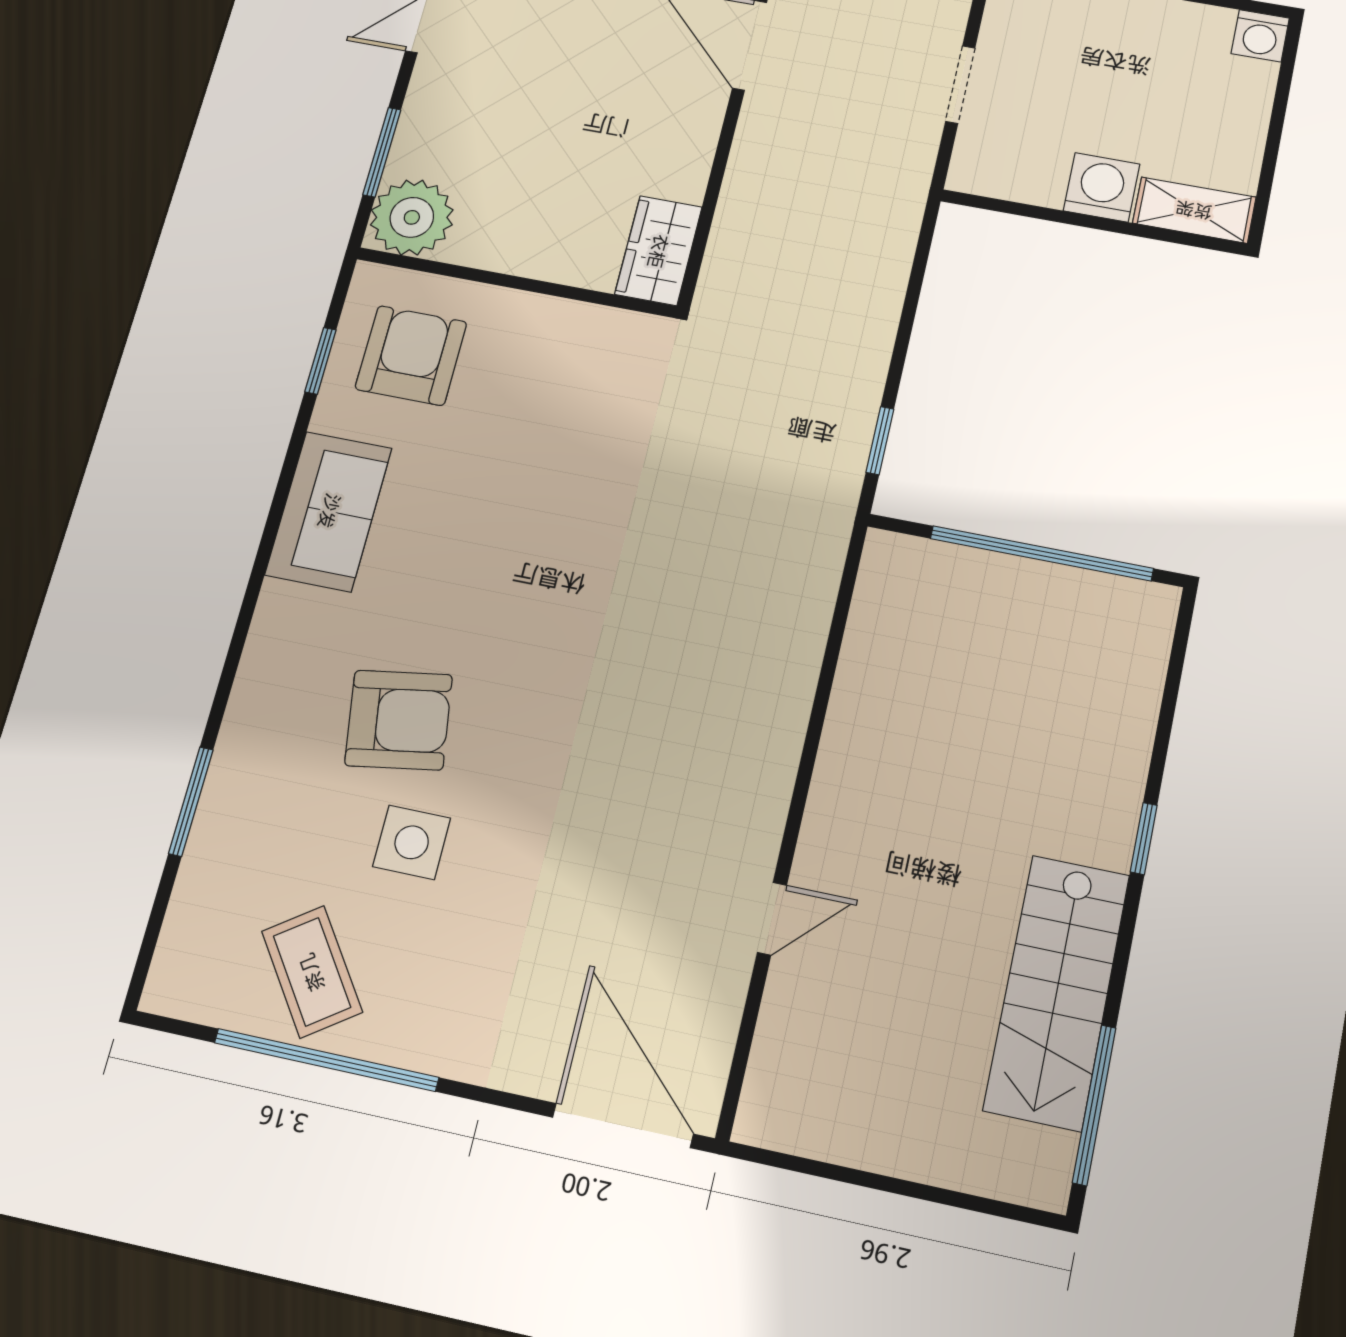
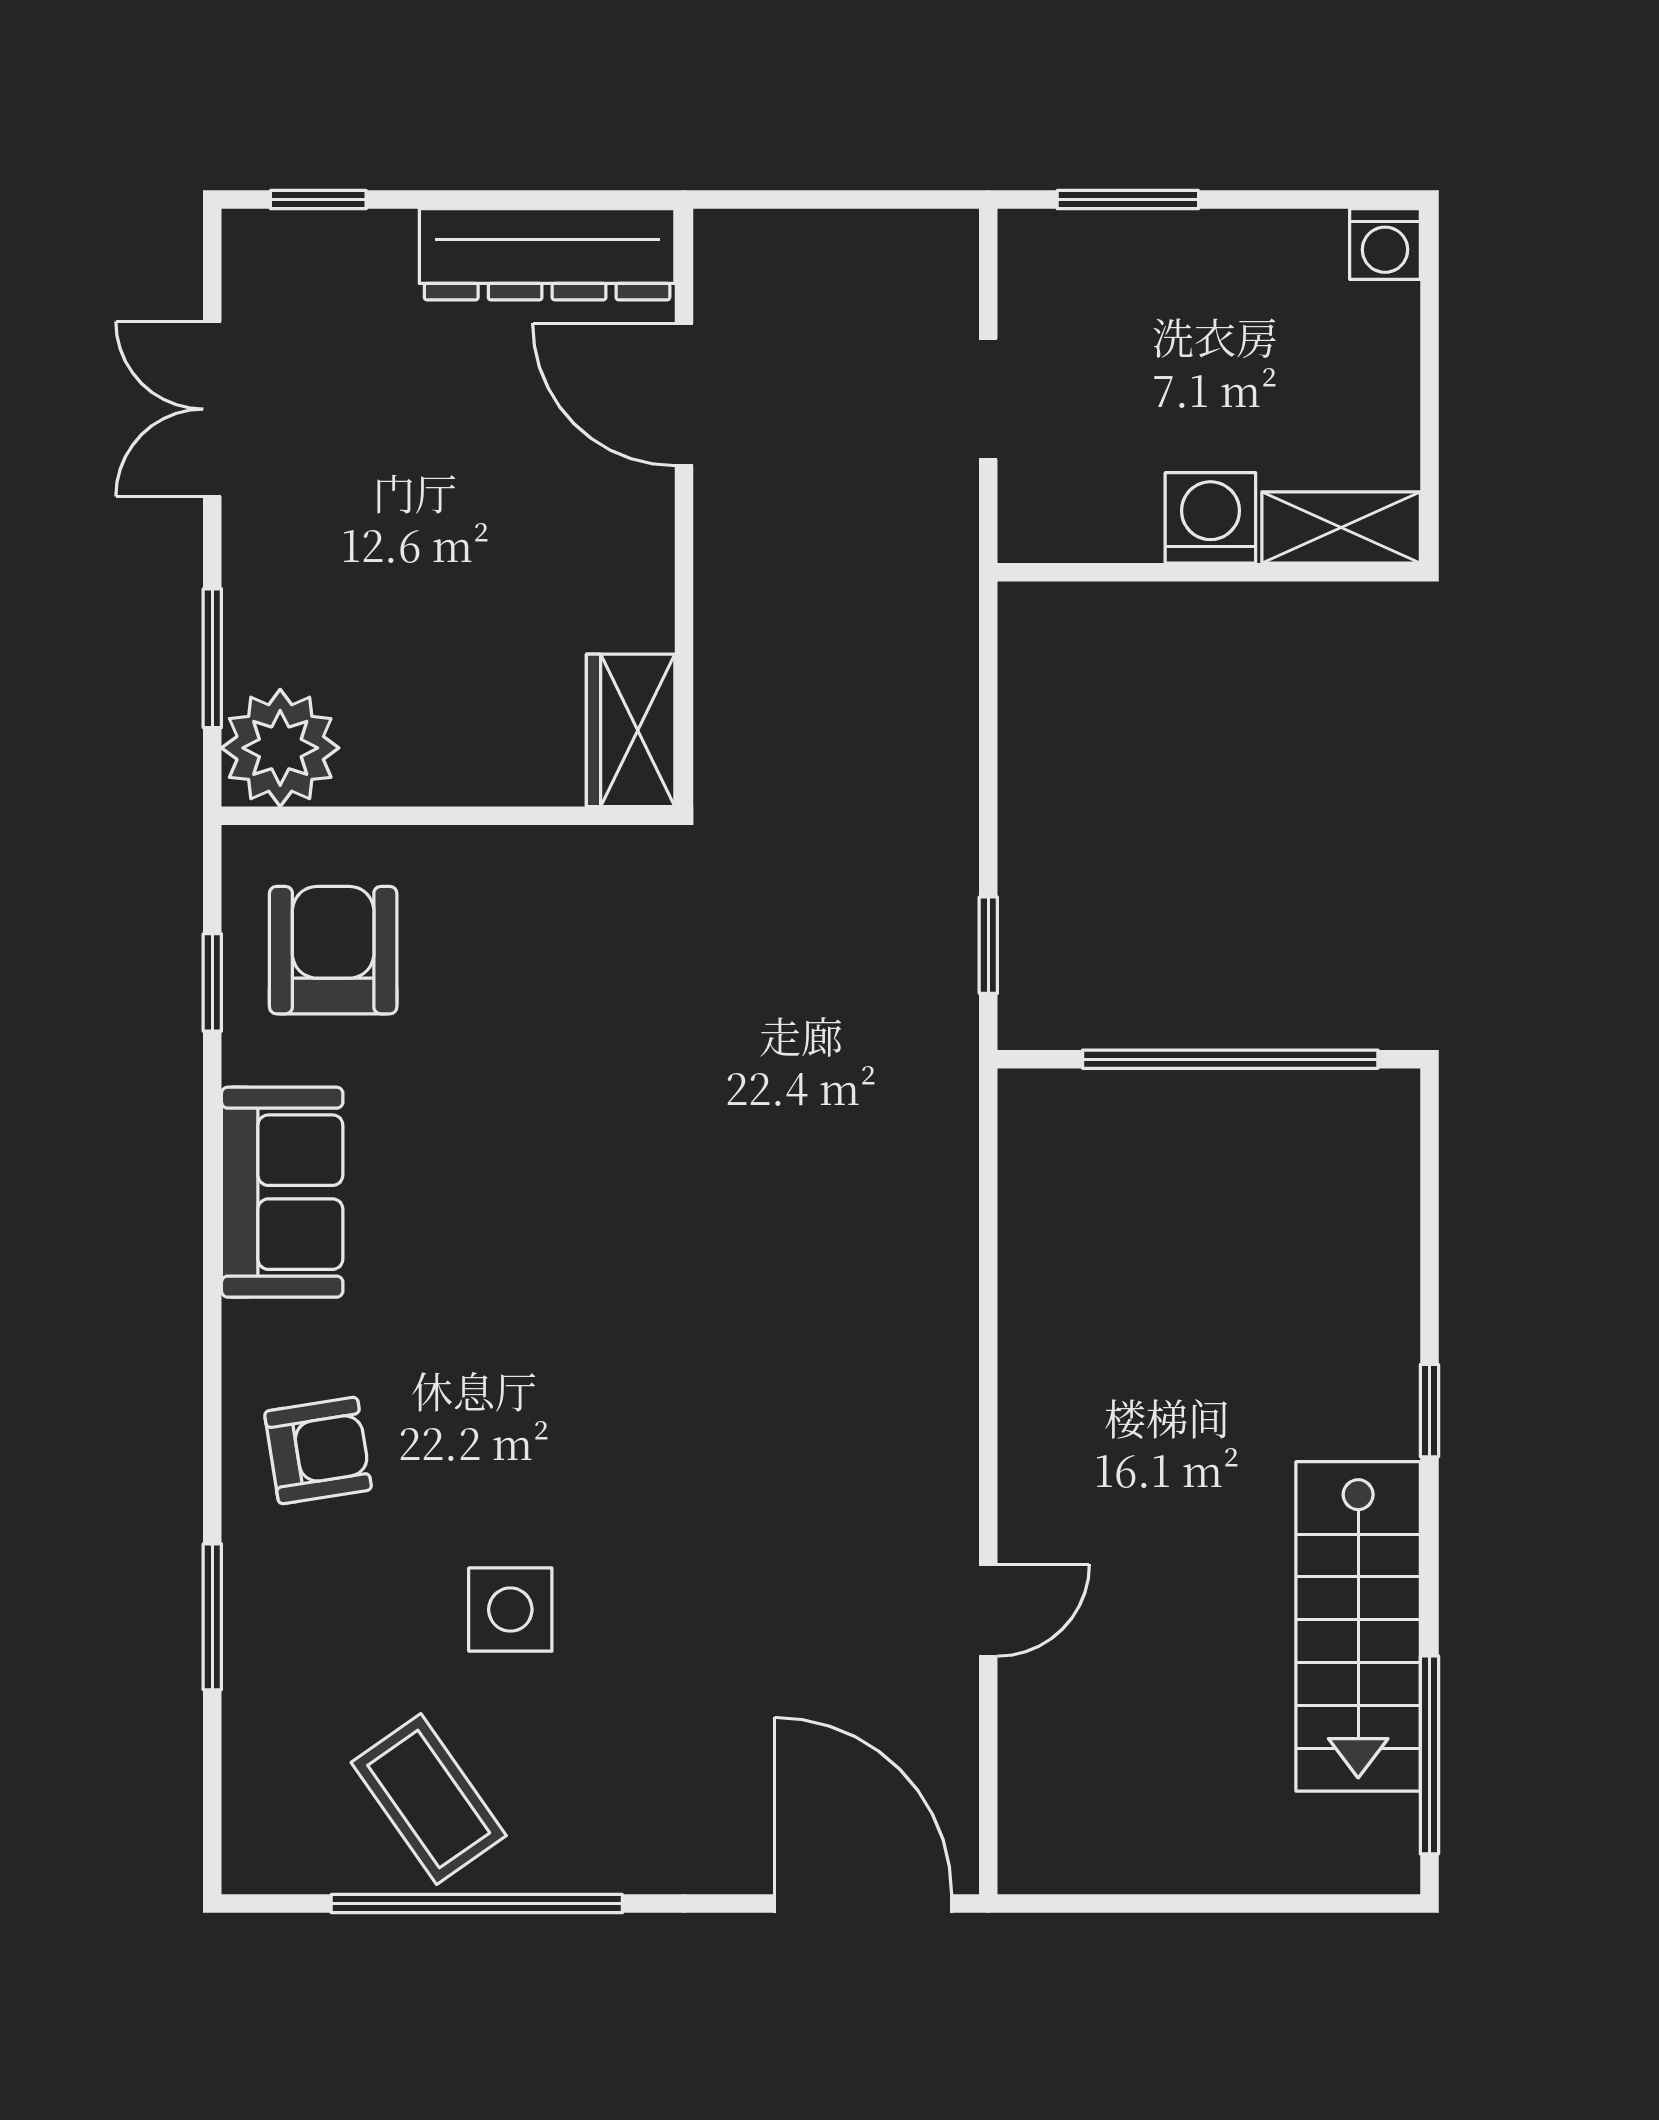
armchair: (399, 720) -> (318, 1451), moved, width x0.72, depth x0.72

